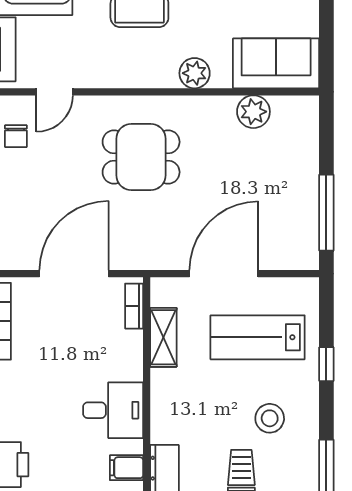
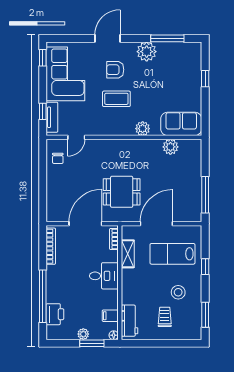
dining table: (141, 157) -> (122, 192), moved
desk: (113, 410) -> (104, 276), moved

